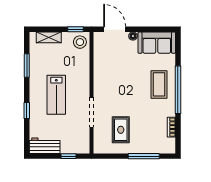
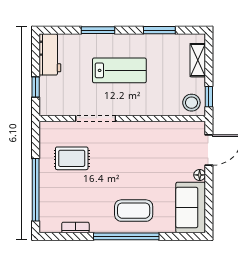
lab bench: (56, 95) -> (119, 70), turned 180
window: (27, 110) -> (98, 30), width x1.50
window: (144, 156) -> (36, 190), width x1.46

